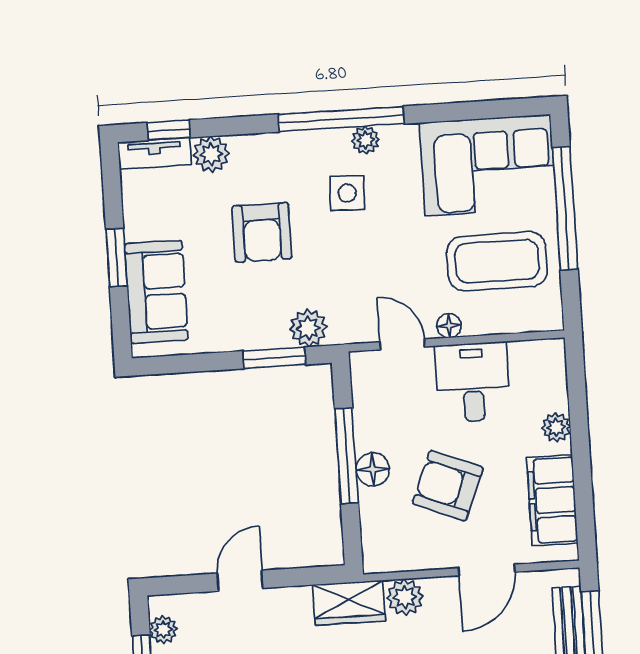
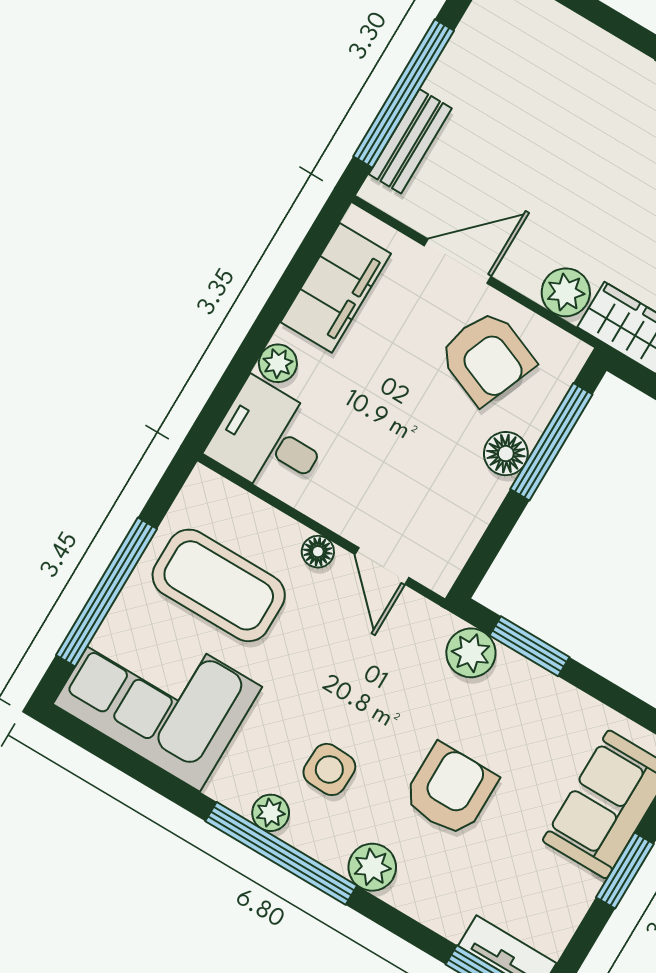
plant: (211, 154) -> (372, 867), moved
desk: (473, 382) -> (270, 439), moved, turned 90
window: (347, 456) -> (551, 442), moved
armchair: (448, 486) -> (487, 357), moved

